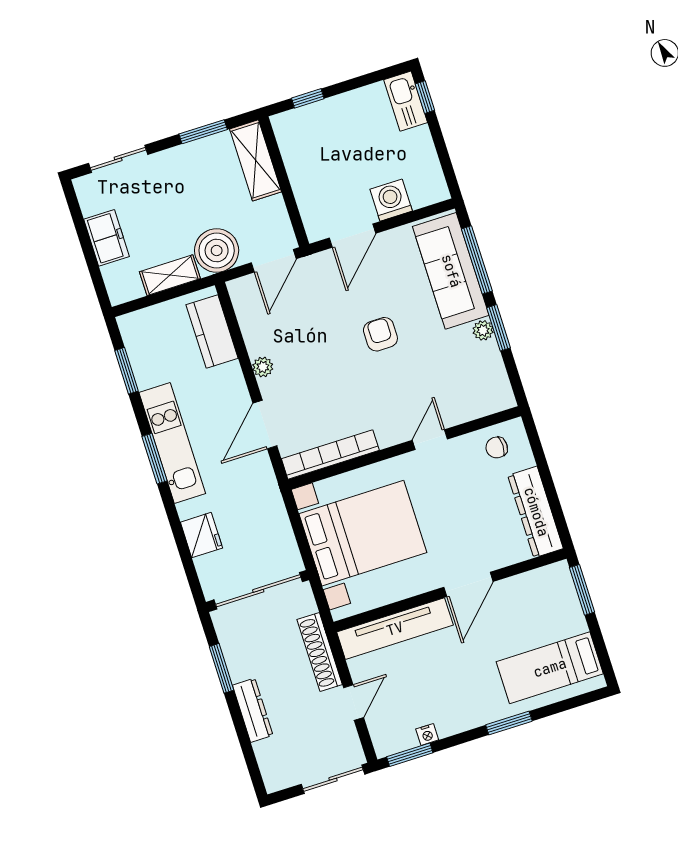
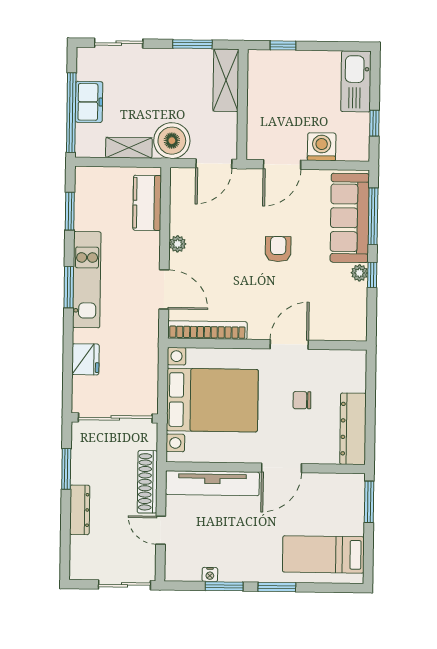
window: (425, 97) -> (374, 123), moved
kitchen sink: (406, 101) -> (356, 81), width x1.36, depth x1.24
window: (90, 257) -> (71, 113), added
window: (498, 328) -> (372, 275), width x0.67
door: (265, 424) -> (164, 289), swing flipped
door: (430, 440) -> (289, 344), width x1.38
chair: (497, 447) -> (302, 400), moved
door: (354, 703) -> (161, 530), swing flipped
window: (410, 755) -> (224, 586), moved

